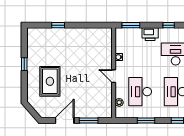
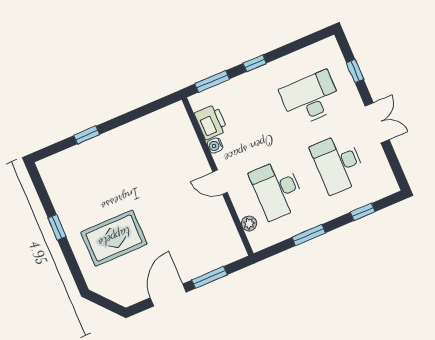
window: (169, 25) -> (255, 63), moved
printer: (150, 34) -> (211, 122), moved, turned -90
rug: (50, 81) -> (114, 238), turned 90

